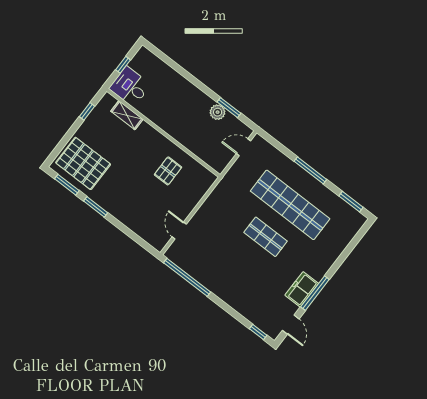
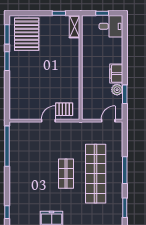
desk: (130, 87) -> (111, 26), moved, turned 90
filing cabinet: (200, 100) -> (116, 74), added
shelving: (127, 115) -> (75, 27), moved
door: (243, 147) -> (108, 121), hinge flipped
pallet: (168, 171) -> (64, 109), moved
door: (179, 231) -> (48, 121), moved

